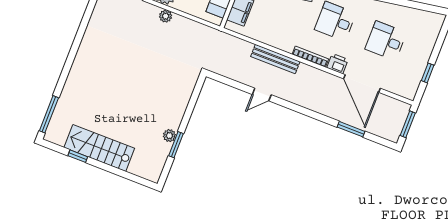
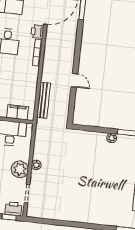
bench: (275, 59) -> (44, 100), moved
plant: (169, 136) -> (112, 138), moved

